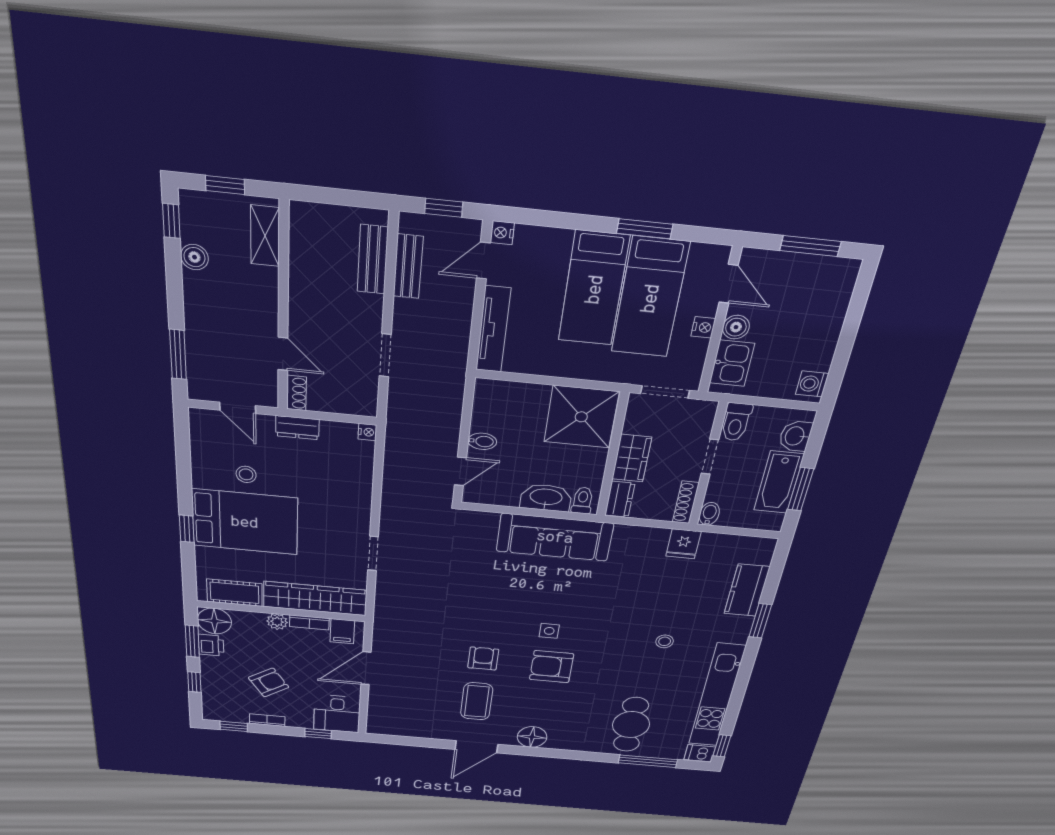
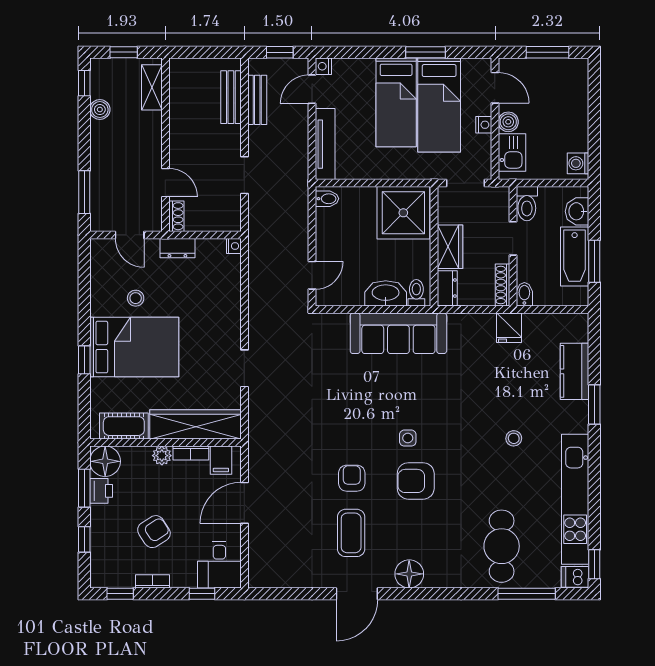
bidet: (482, 441) -> (327, 199), moved

